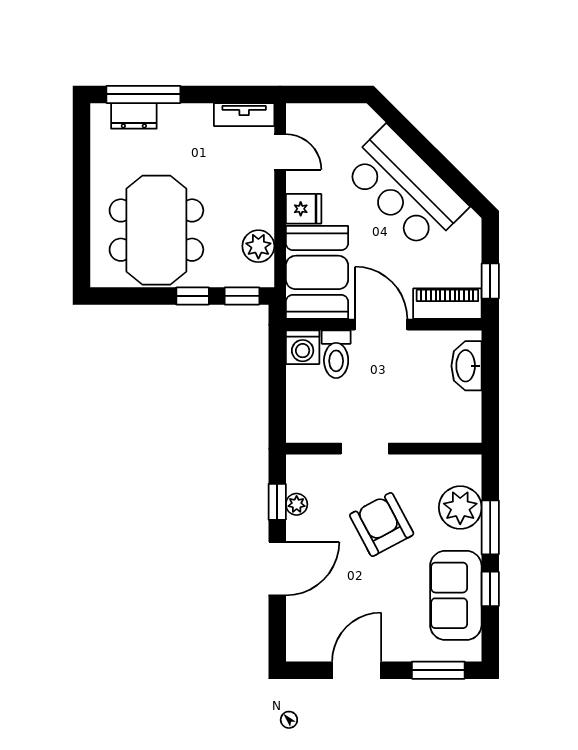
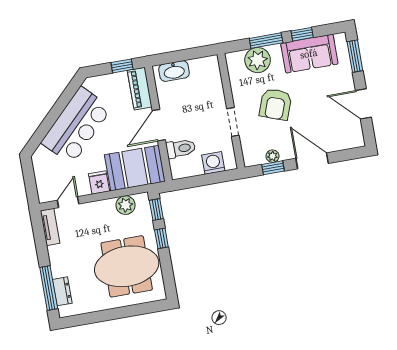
washing machine: (303, 347) -> (213, 163), moved, turned -90
armchair: (382, 525) -> (276, 104), turned -42

